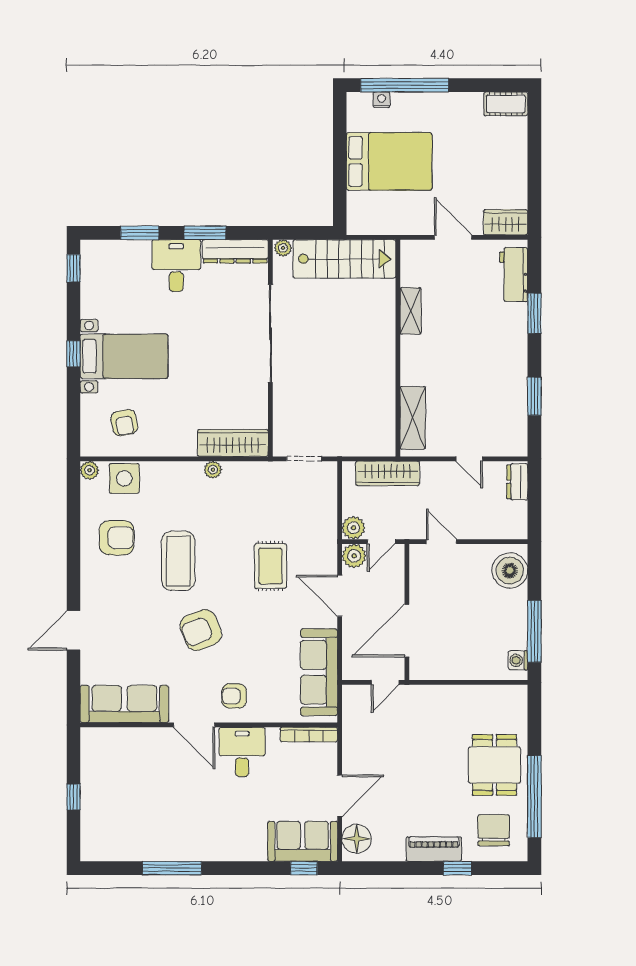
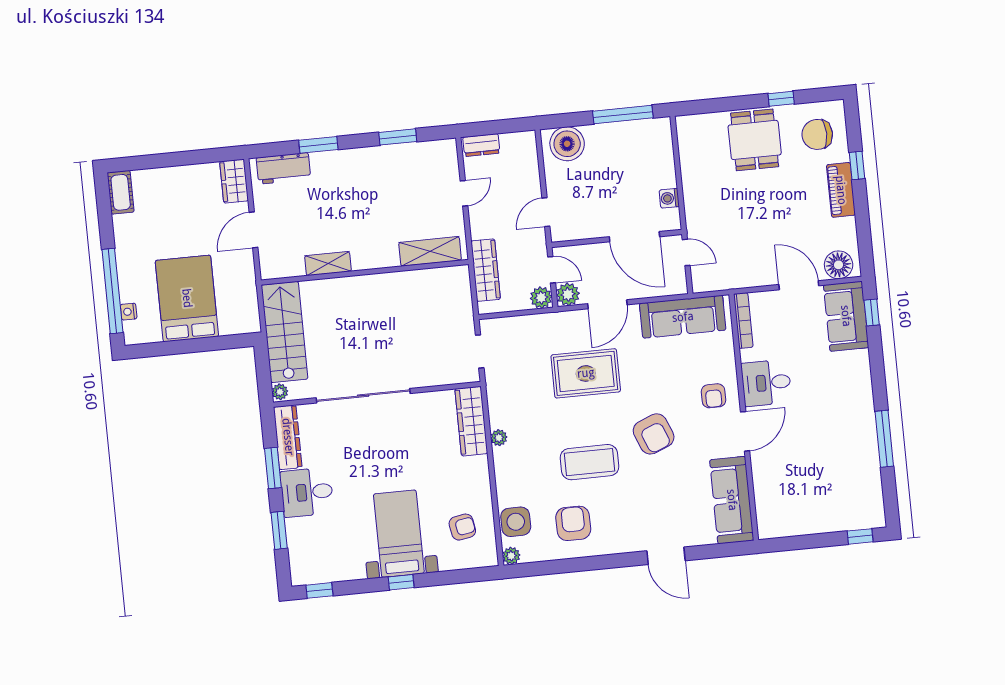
rug: (270, 566) -> (586, 373), width x1.36, depth x1.43
washing machine: (518, 660) -> (669, 198), moved, turned 90
dining table: (494, 765) -> (755, 140), turned 90
window: (74, 797) -> (860, 536), moved
window: (534, 797) -> (781, 99), width x0.32

